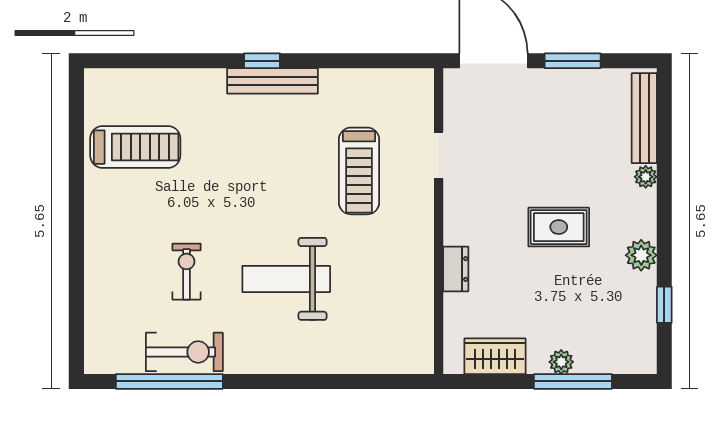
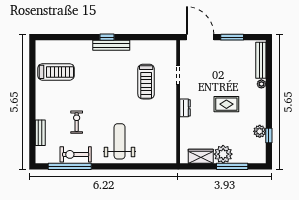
plant: (641, 255) -> (260, 131), moved
dresser: (456, 269) -> (185, 108), moved
weight bench: (286, 279) -> (120, 141), moved, turned 90
bench: (96, 298) -> (40, 133), added
exercise bike: (184, 352) -> (76, 154), turned 180
plant: (561, 362) -> (223, 154), width x1.87, depth x1.87

